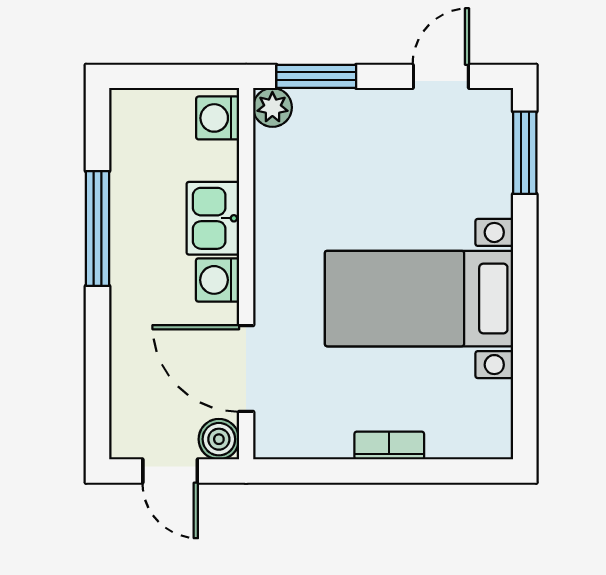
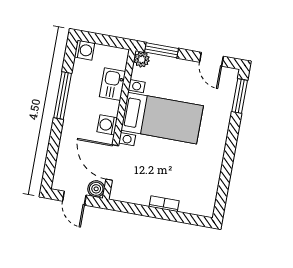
door: (441, 76) -> (211, 59), swing flipped
washing machine: (218, 118) -> (85, 50), moved, turned 180
kitchen sink: (213, 218) -> (112, 84), moved
bed with nightstands: (419, 299) -> (162, 118), moved, turned 180

